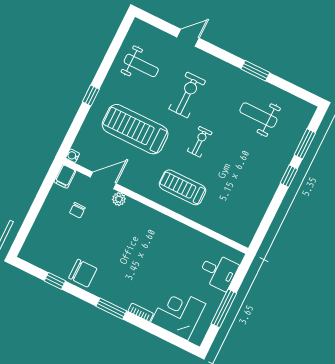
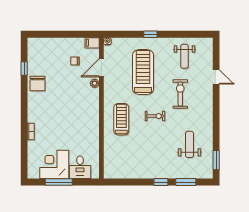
window: (255, 71) -> (216, 160), moved
exercise bike: (187, 95) -> (180, 94), turned -90
door: (103, 180) -> (101, 68), swing flipped
window: (111, 309) -> (24, 112), removed
corner desk: (178, 313) -> (54, 164), moved, turned -90

